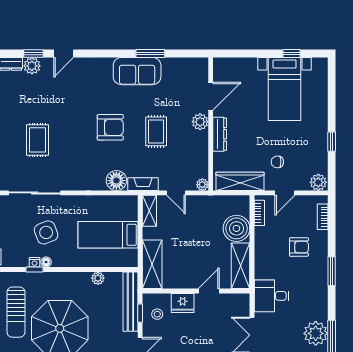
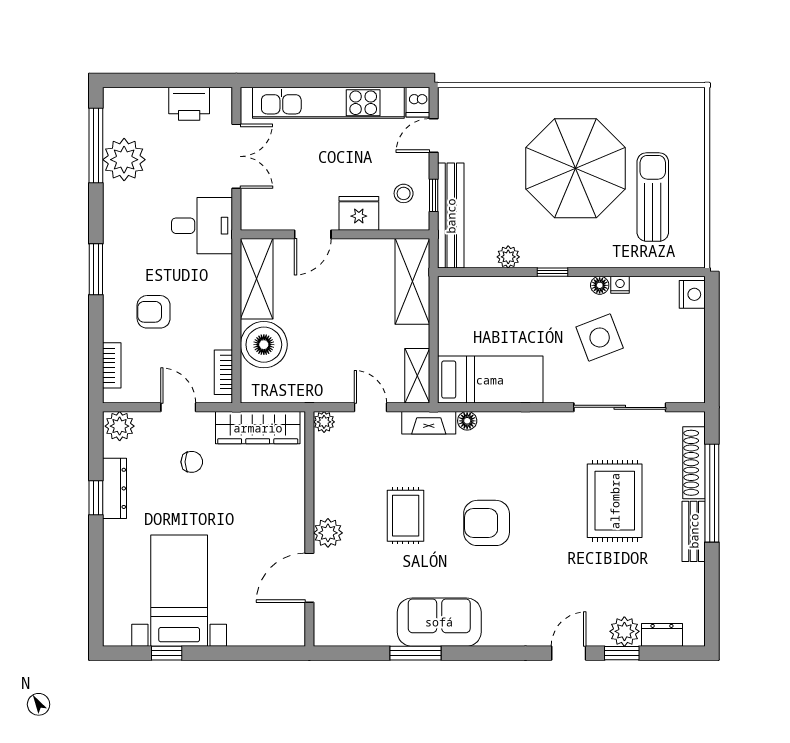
dresser: (220, 134) -> (115, 488), moved, turned 180
rug: (38, 140) -> (615, 501), width x1.36, depth x1.43
floor lamp: (116, 181) -> (467, 421), width x0.53, depth x0.53
door: (285, 193) -> (178, 407), hinge flipped
bed: (108, 235) -> (490, 380), moved
window: (35, 270) -> (553, 272), moved

